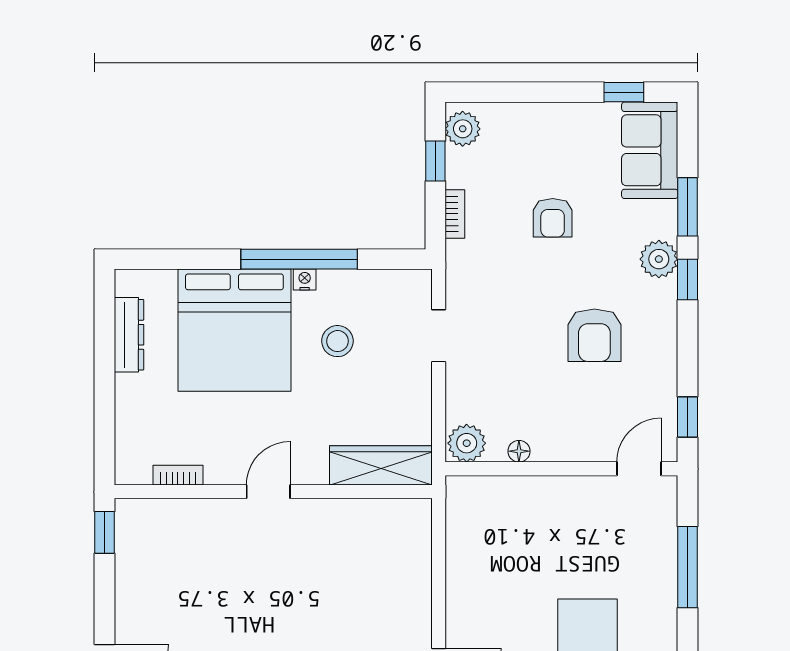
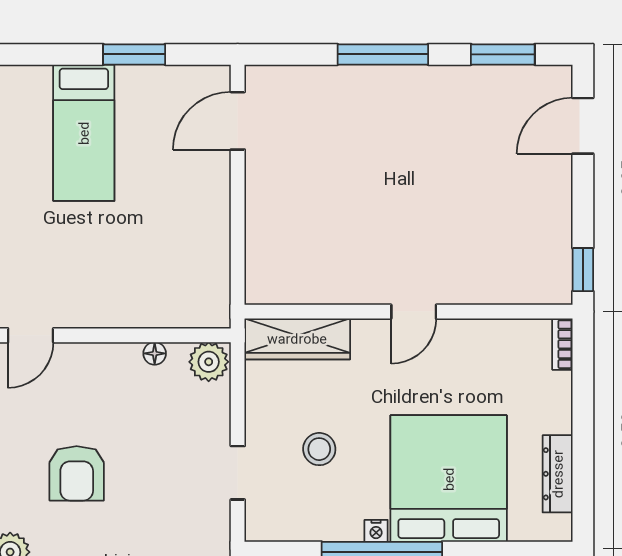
armchair: (594, 335) -> (77, 473), turned 180
stool: (337, 341) -> (319, 449), moved
bookcase: (178, 475) -> (562, 344), moved, turned 90

